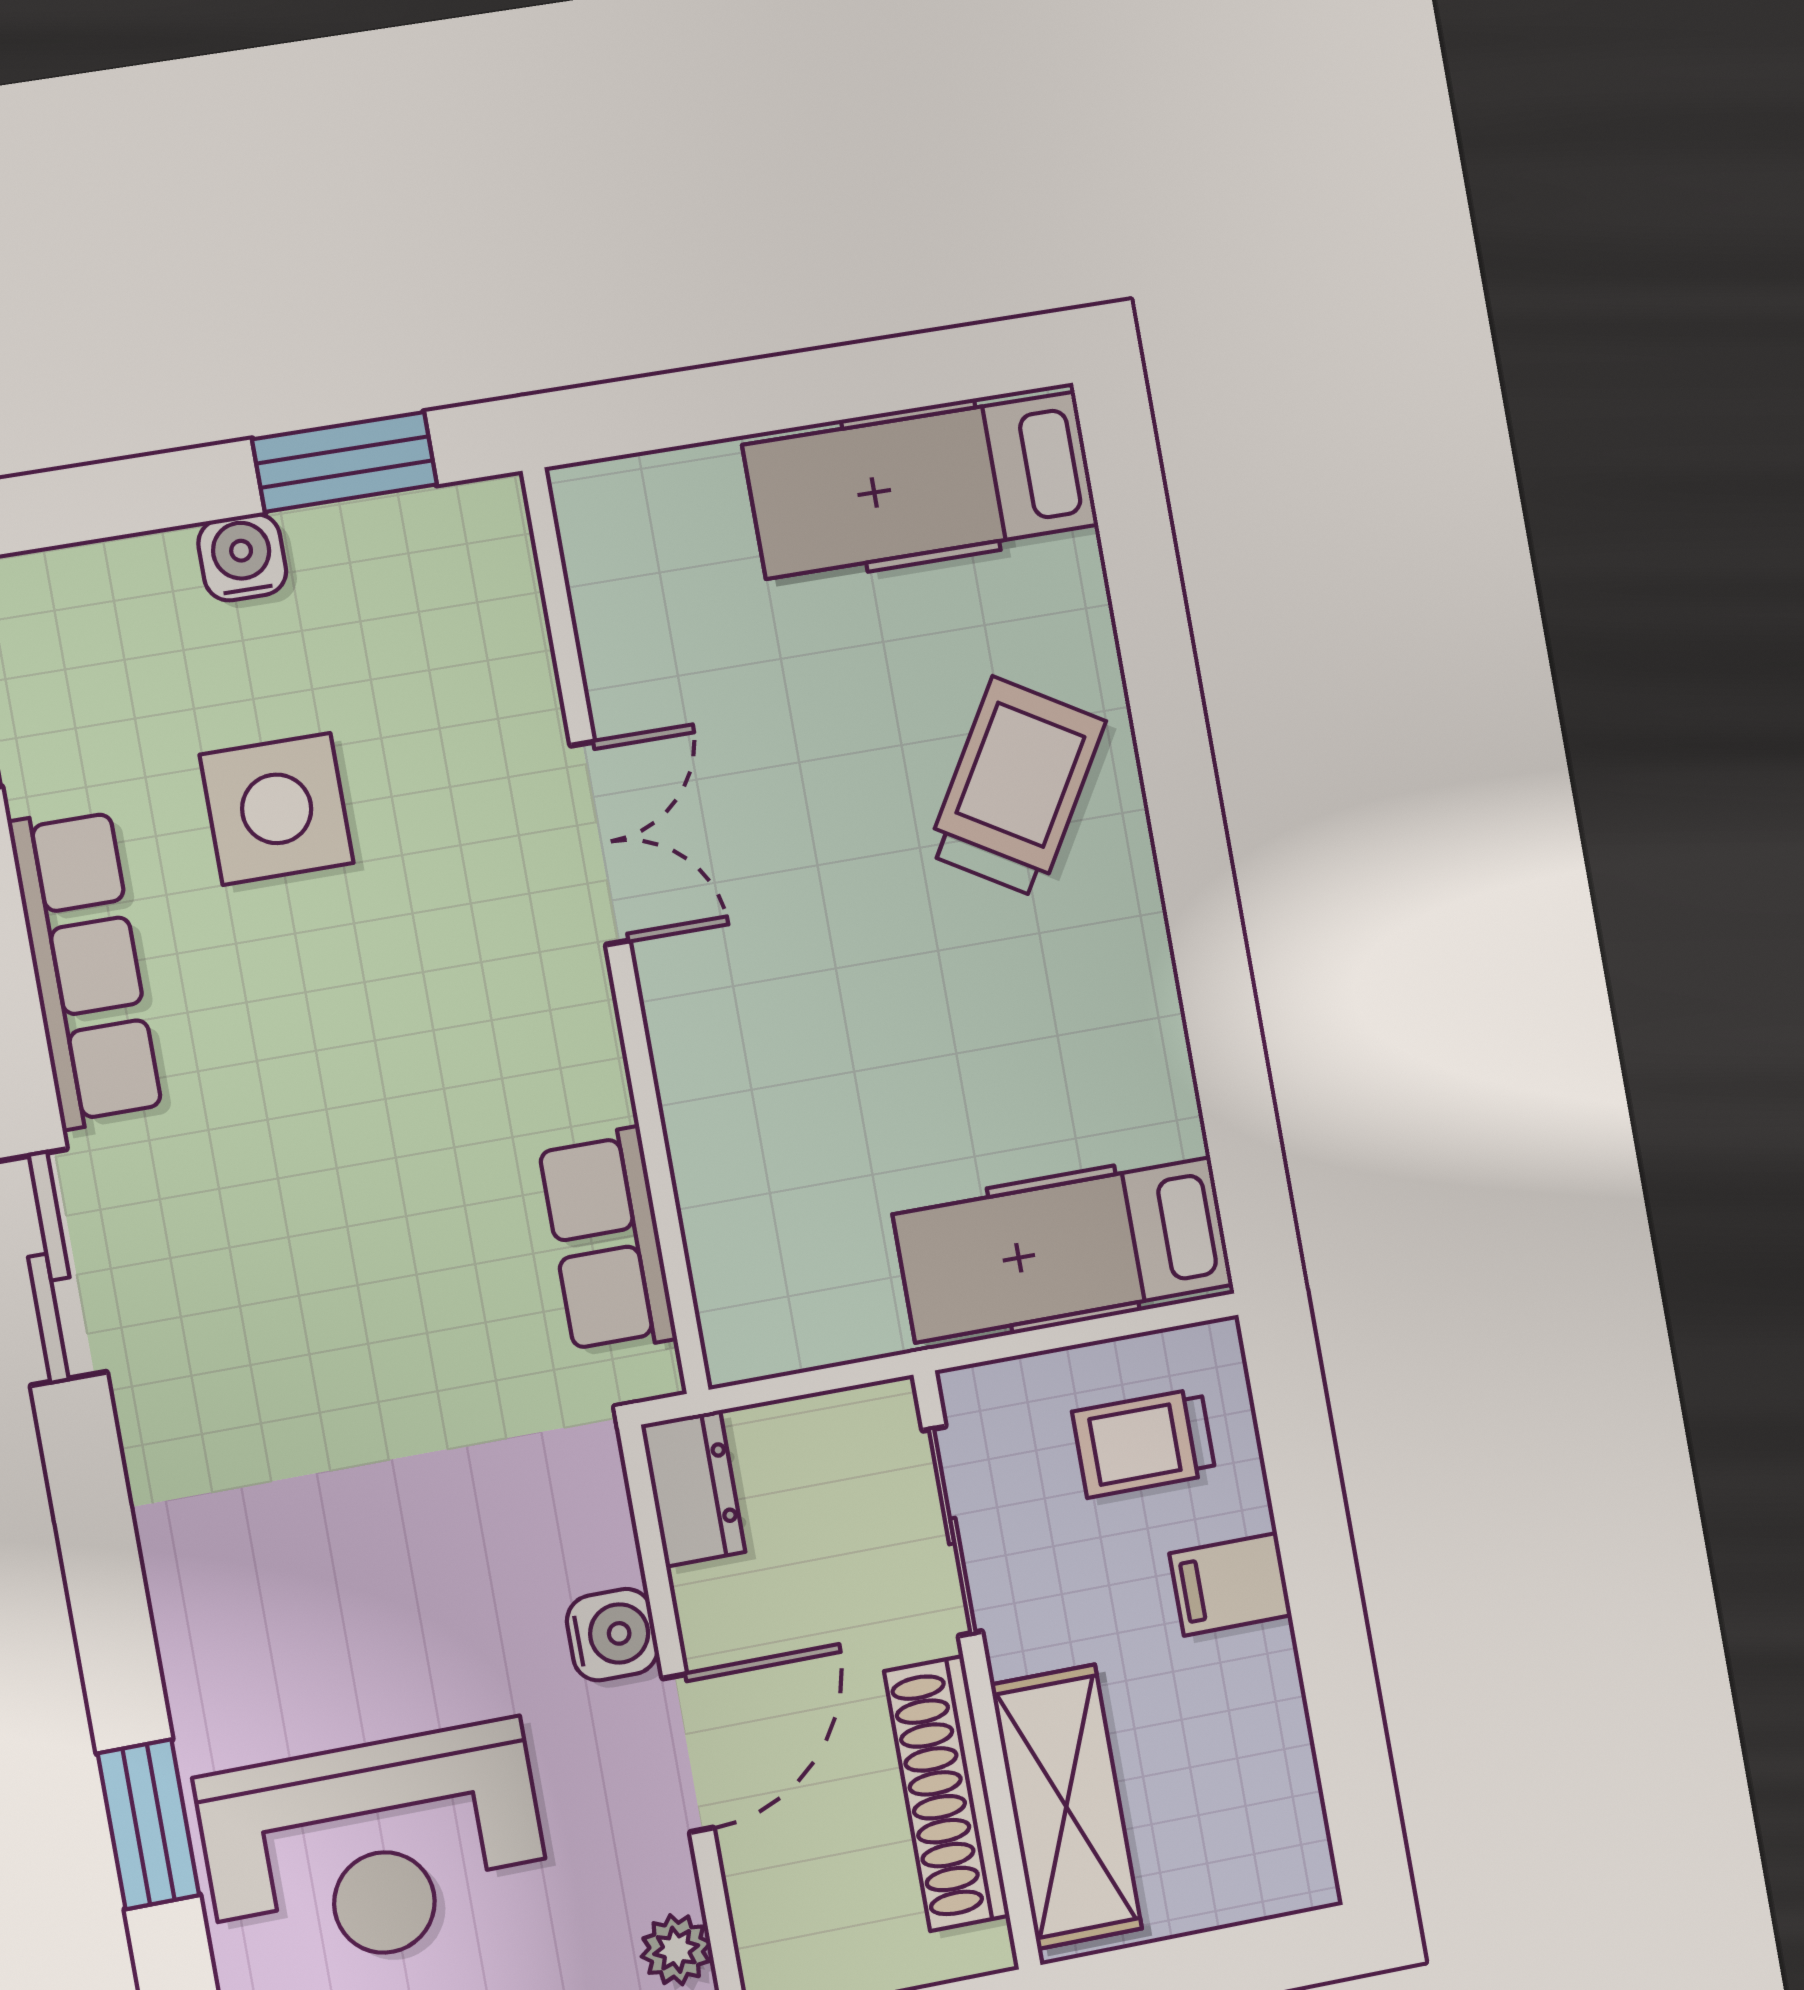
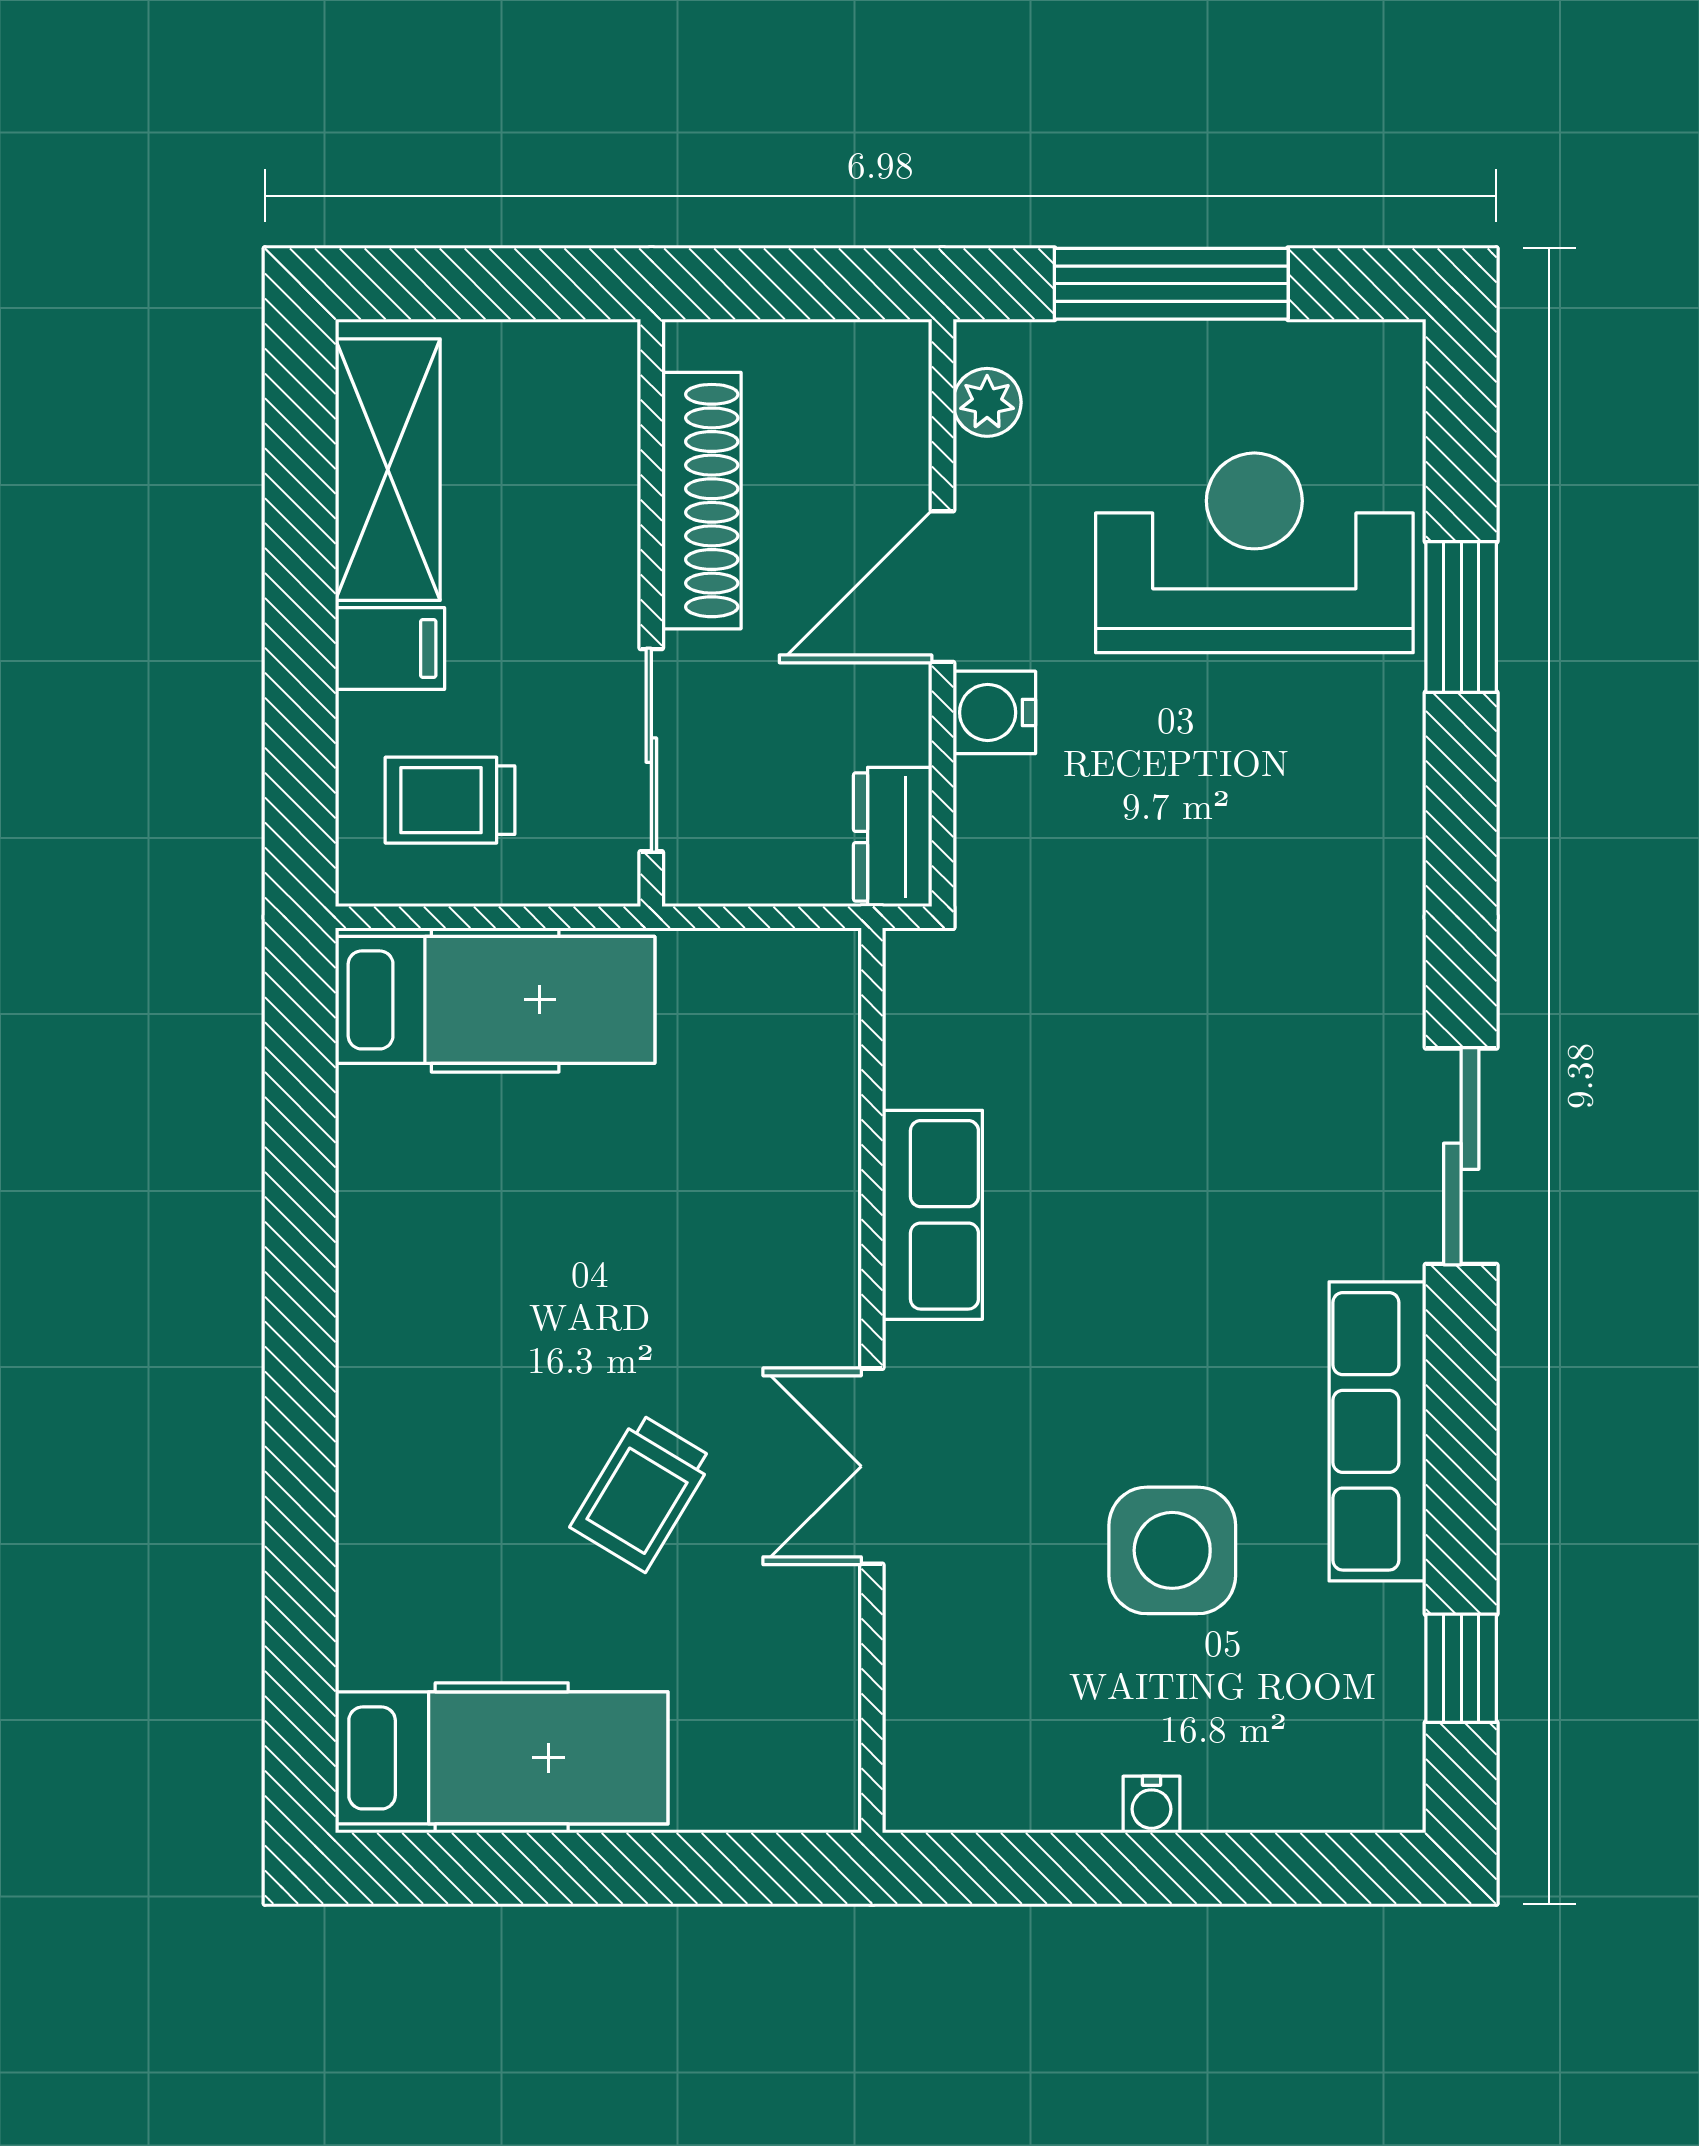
window: (345, 462) -> (1050, 1868), removed
water cooler: (242, 557) -> (1151, 1805), width x0.72, depth x0.72
trolley: (1016, 787) -> (642, 1493), moved, width x0.73, depth x0.72
row of seats: (607, 1241) -> (932, 1215), moved
trolley: (1144, 1443) -> (450, 800), turned 180
shelving: (1066, 1807) -> (388, 470), moved

